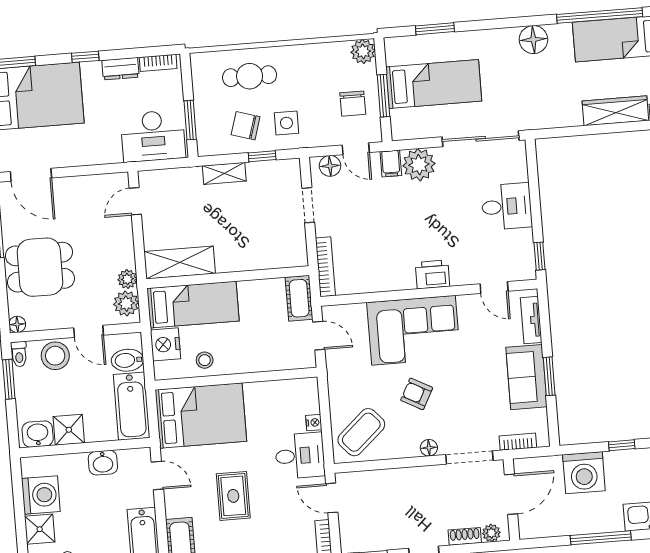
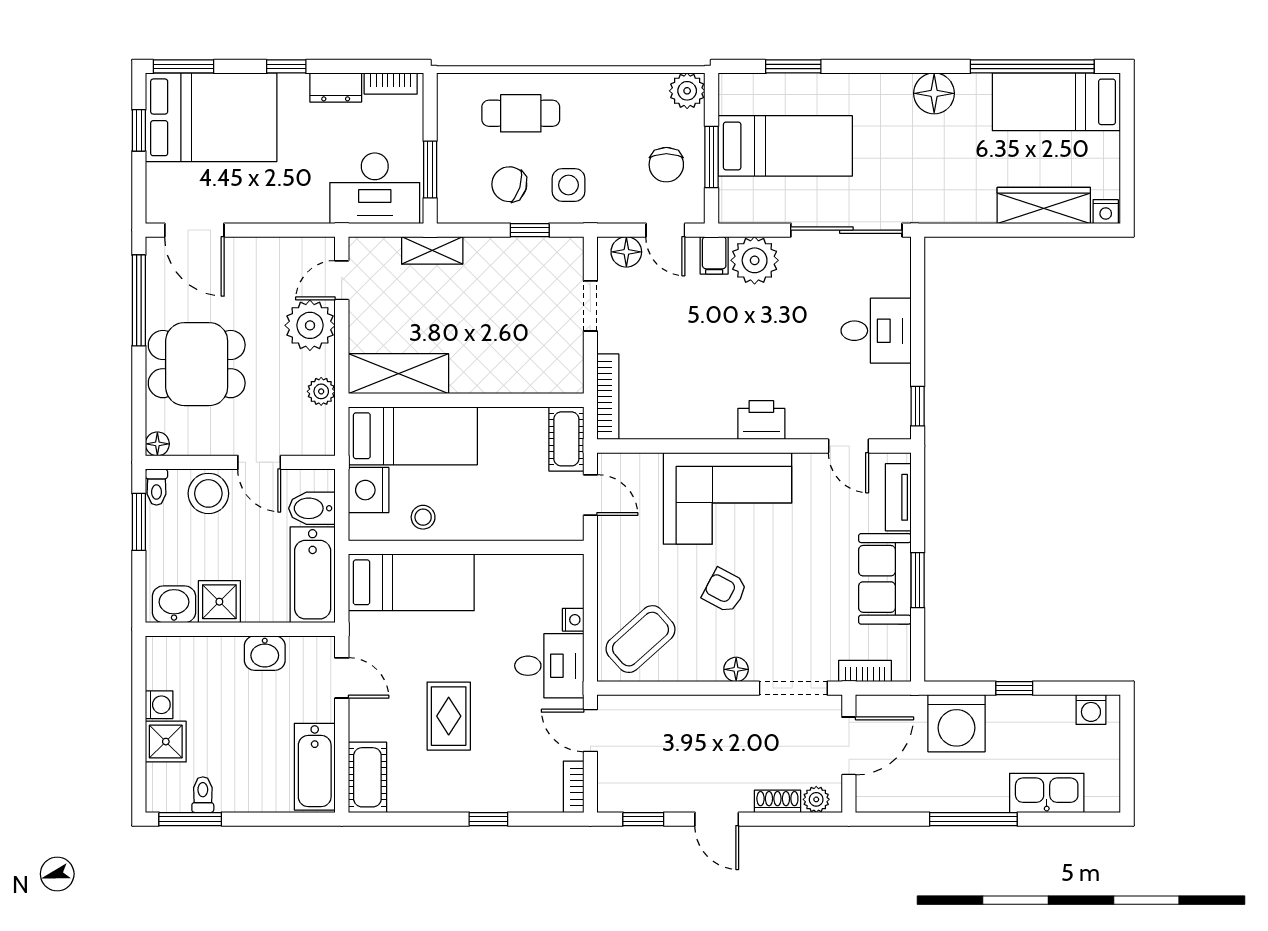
shelving: (224, 173) -> (432, 250), moved
plant: (126, 303) -> (310, 325), moved, width x1.36, depth x1.36
bed: (201, 416) -> (411, 582), width x0.67
washing machine: (41, 495) -> (159, 705), width x0.53, depth x0.53

